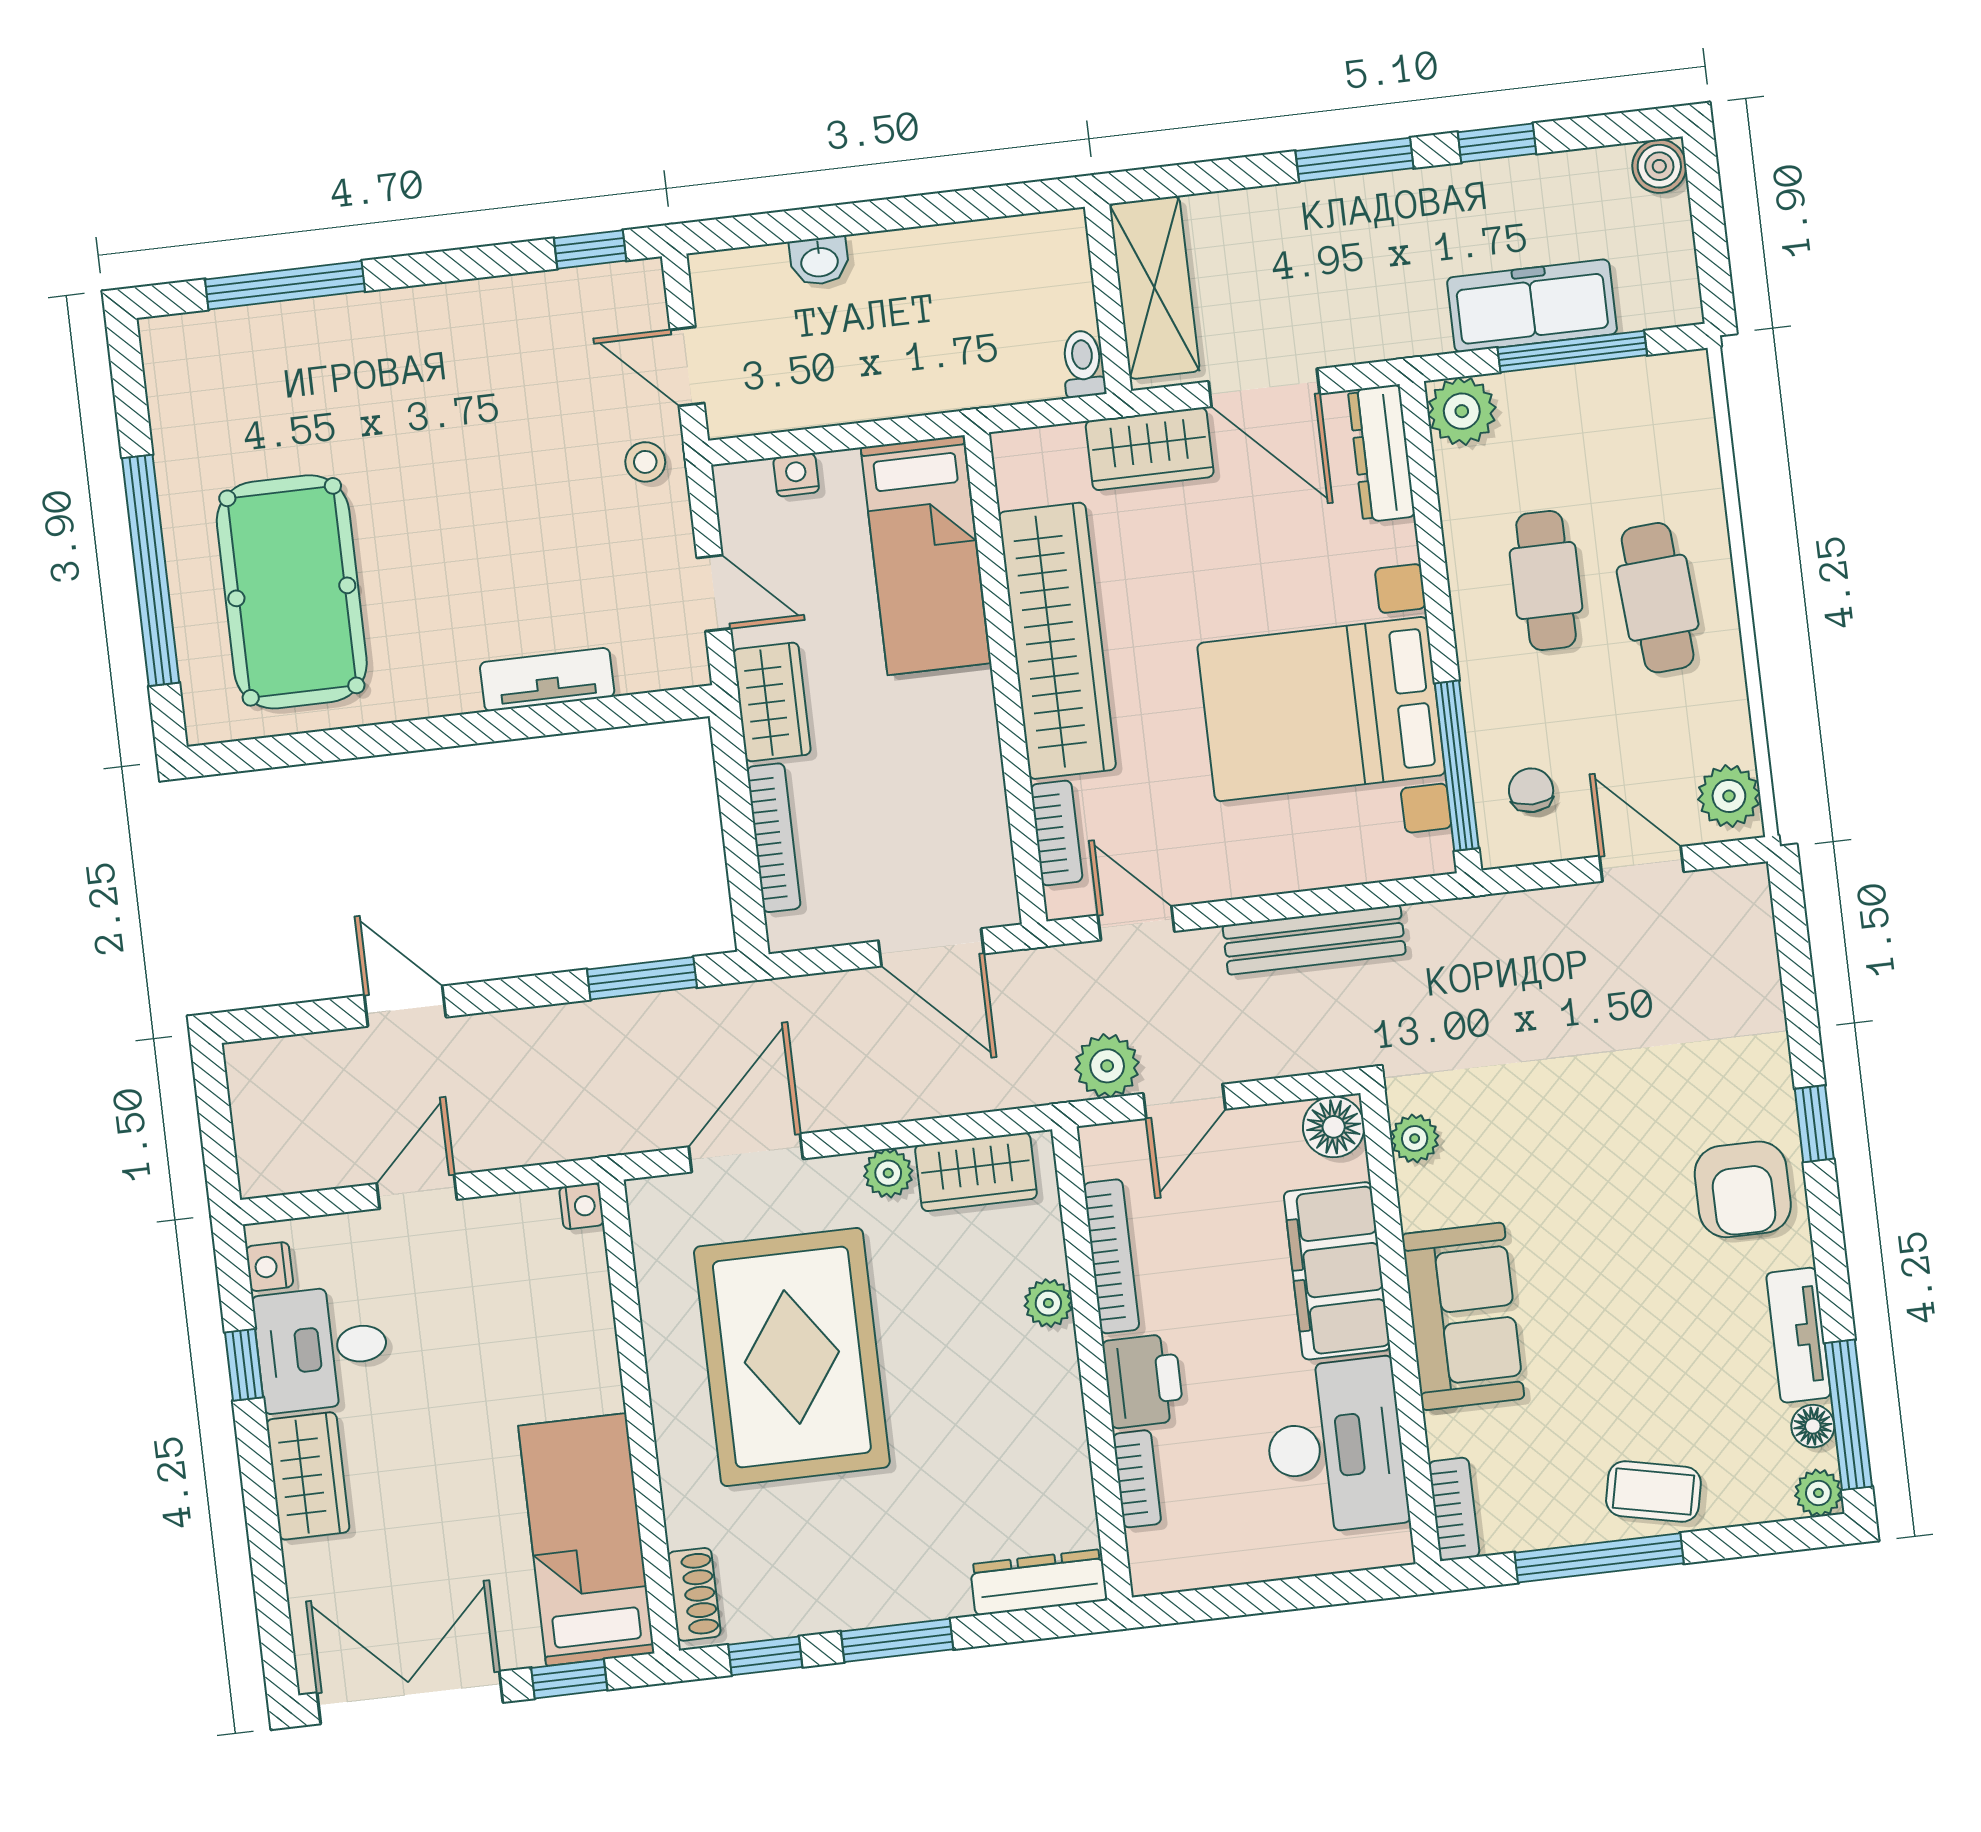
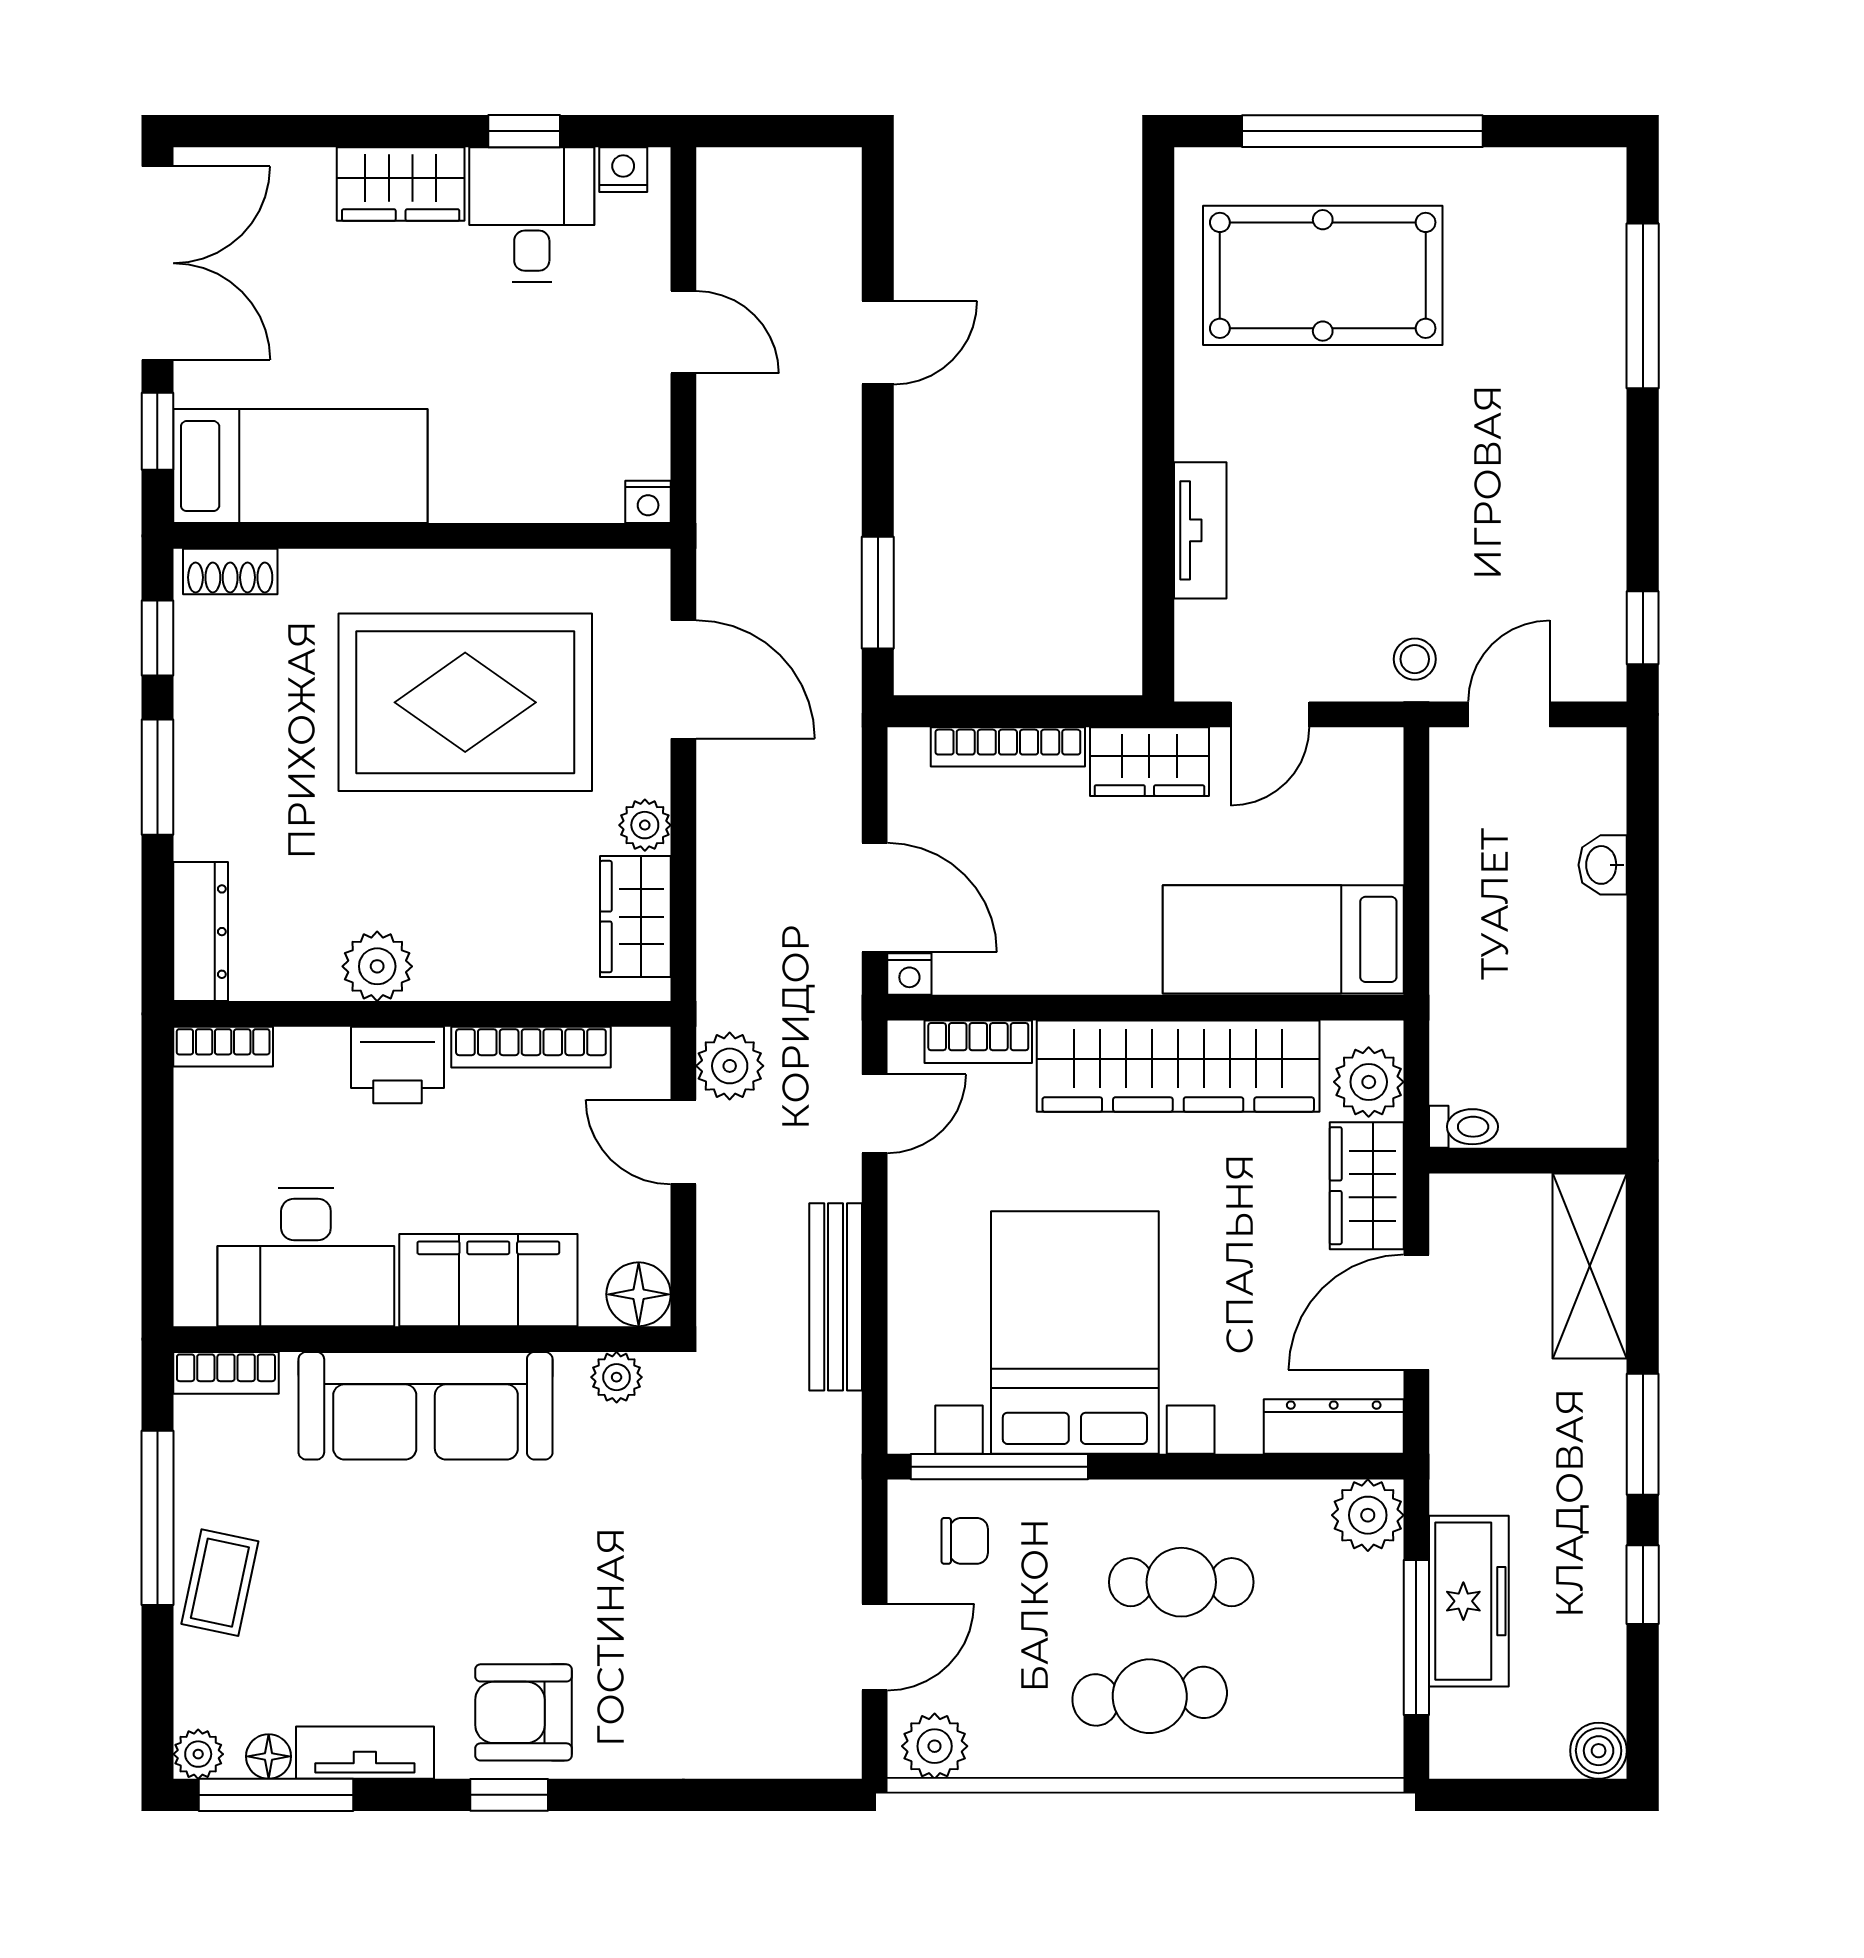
shelving: (1154, 288) -> (1590, 1266), moved, turned 90
plant: (1051, 458) -> (1369, 1082), added
nightstand: (796, 475) -> (909, 974), moved, turned 90
door: (931, 947) -> (875, 897), swing flipped
window: (1814, 1124) -> (509, 1795), moved
plant: (1048, 1303) -> (377, 966), moved, width x1.38, depth x1.38
sofa: (1463, 1316) -> (426, 1406), width x1.36
bookcase: (1137, 1479) -> (223, 1047), moved

